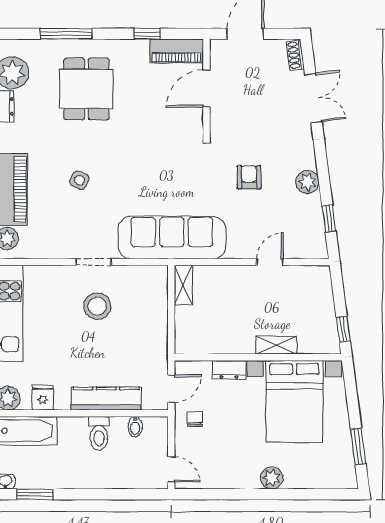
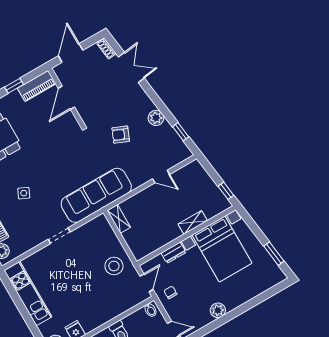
armchair: (249, 177) -> (121, 135), turned -67
door: (270, 262) -> (161, 177), swing flipped
stool: (97, 306) -> (114, 266), moved
kitchen counter: (106, 399) -> (112, 310), removed
bidet: (135, 427) -> (150, 310), moved
plant: (272, 478) -> (218, 310), moved

